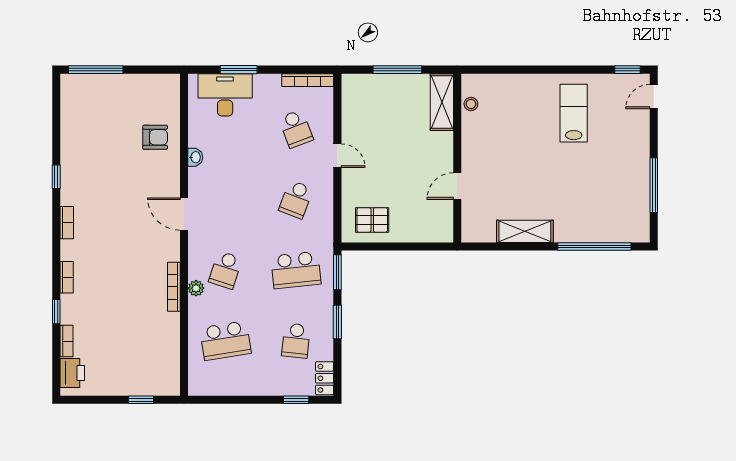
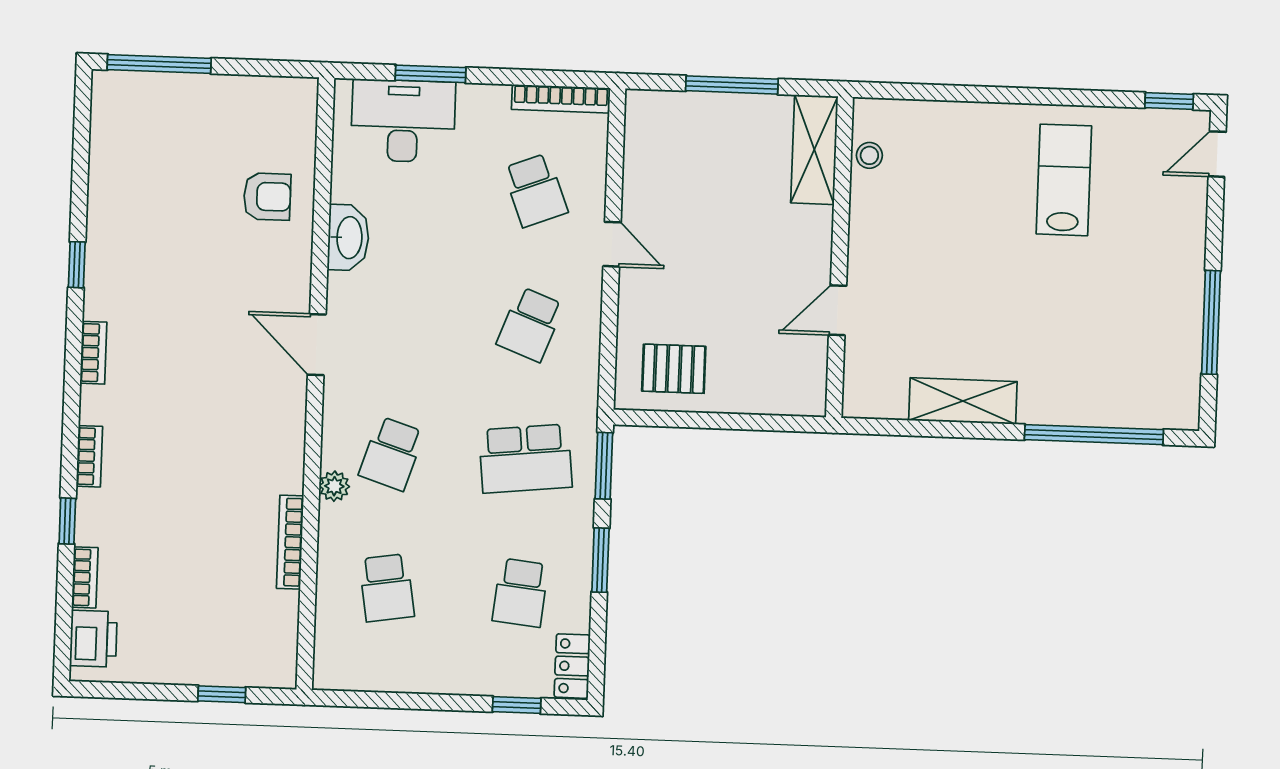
washbasin: (195, 157) -> (348, 238), width x1.91, depth x1.45
bookcase: (174, 287) -> (290, 542), moved
school desk: (225, 341) -> (387, 588), width x0.54

